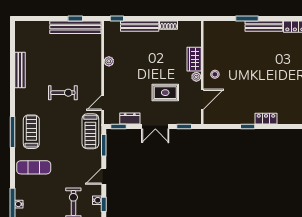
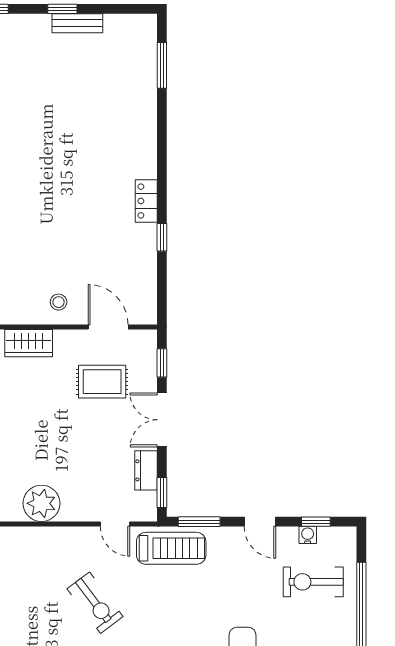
plant: (109, 61) -> (41, 503), width x1.88, depth x1.88
plant: (196, 77) -> (64, 339), removed
exercise bike: (63, 93) -> (95, 603), turned 143
rug: (165, 93) -> (102, 382), moved, turned 90
double door: (155, 127) -> (162, 420), swing flipped

